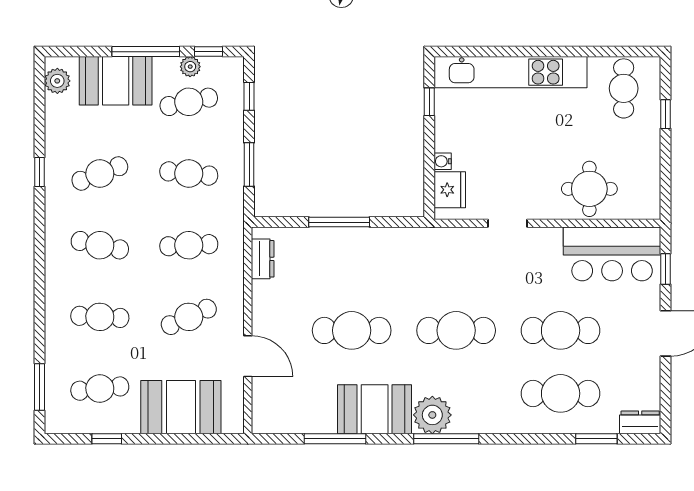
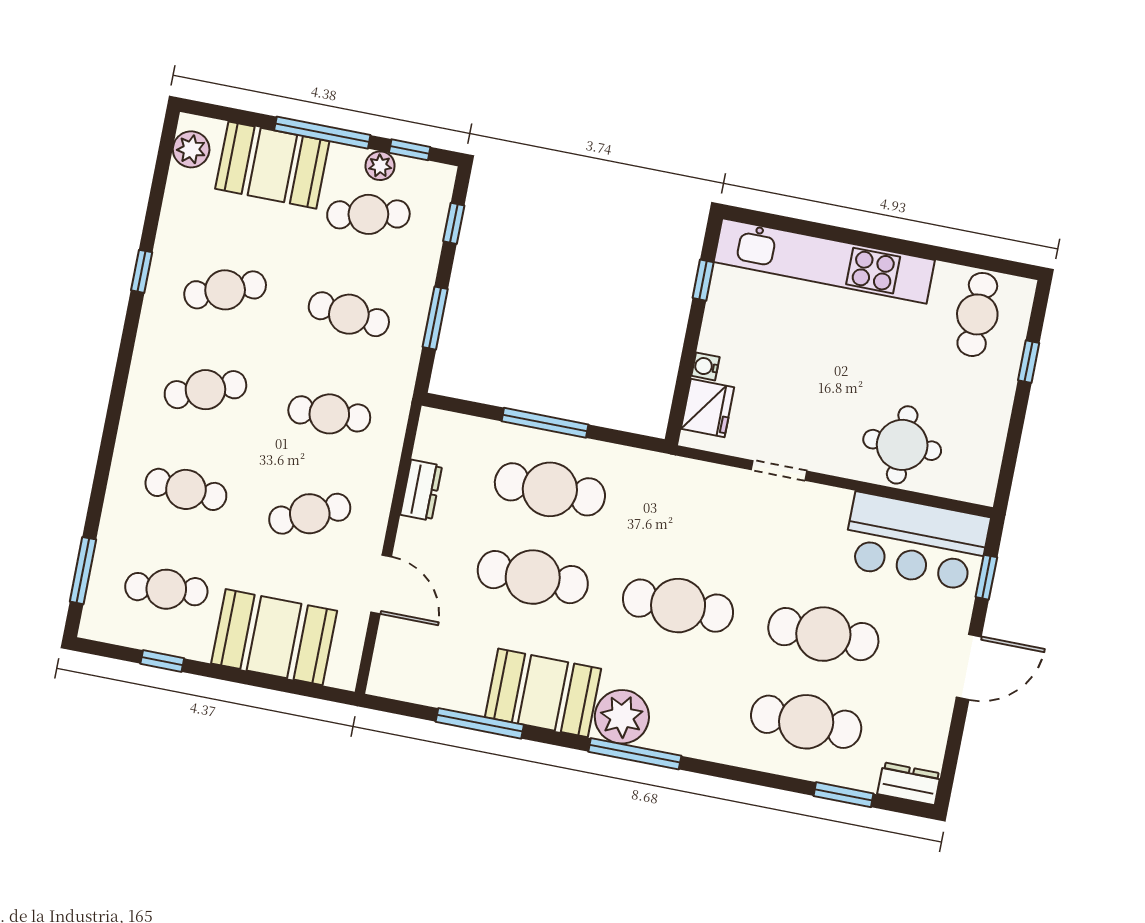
cafe table: (100, 245) -> (205, 390), turned -33
dresser: (263, 259) -> (421, 490), moved
cafe table: (352, 267) -> (550, 489), added

